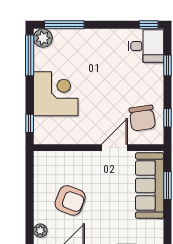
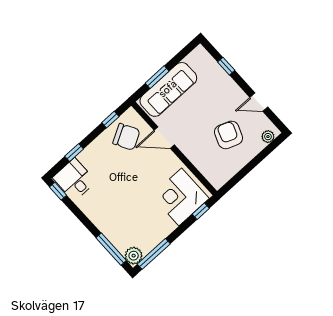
corner desk: (56, 94) -> (180, 197), moved
chair: (142, 118) -> (126, 137), turned 69

